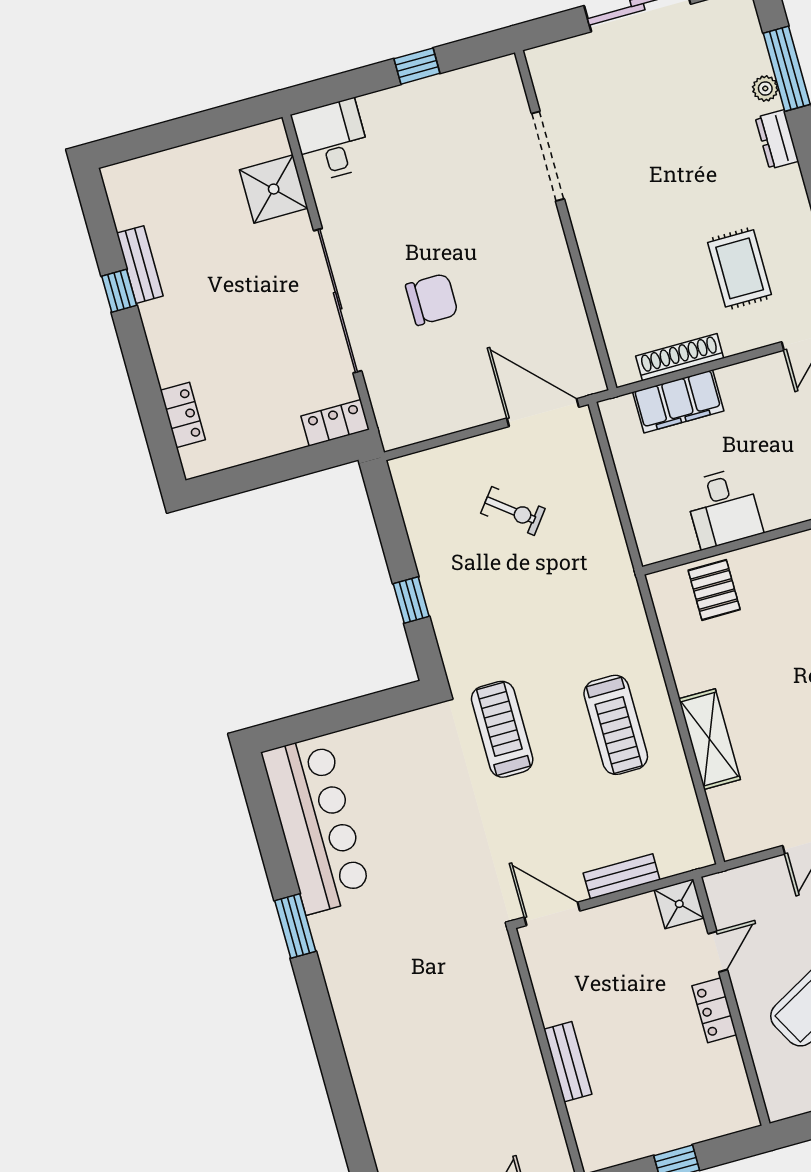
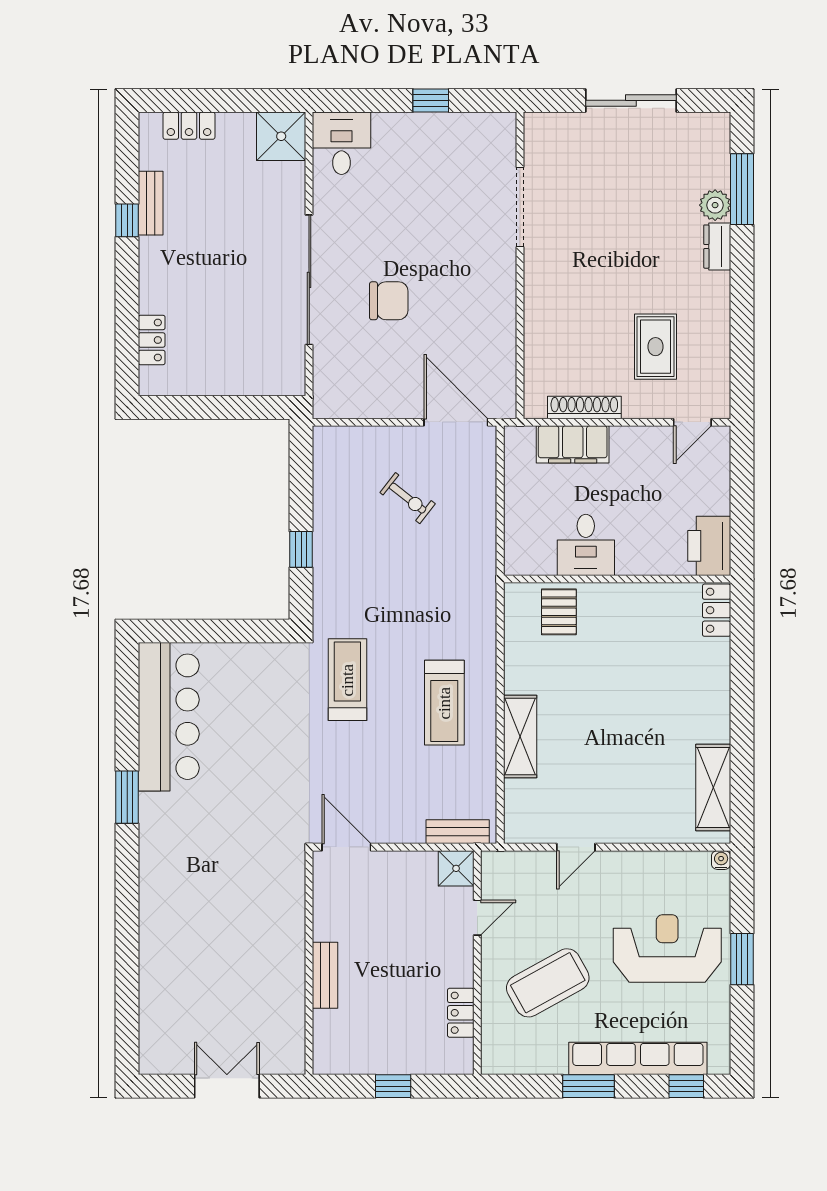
plant: (765, 88) -> (715, 205), width x1.38, depth x1.38
shower: (274, 189) -> (281, 136), moved
locker: (335, 423) -> (189, 126), moved, turned 180
bench: (622, 876) -> (458, 832), moved
locker: (714, 1010) -> (461, 1013), moved

